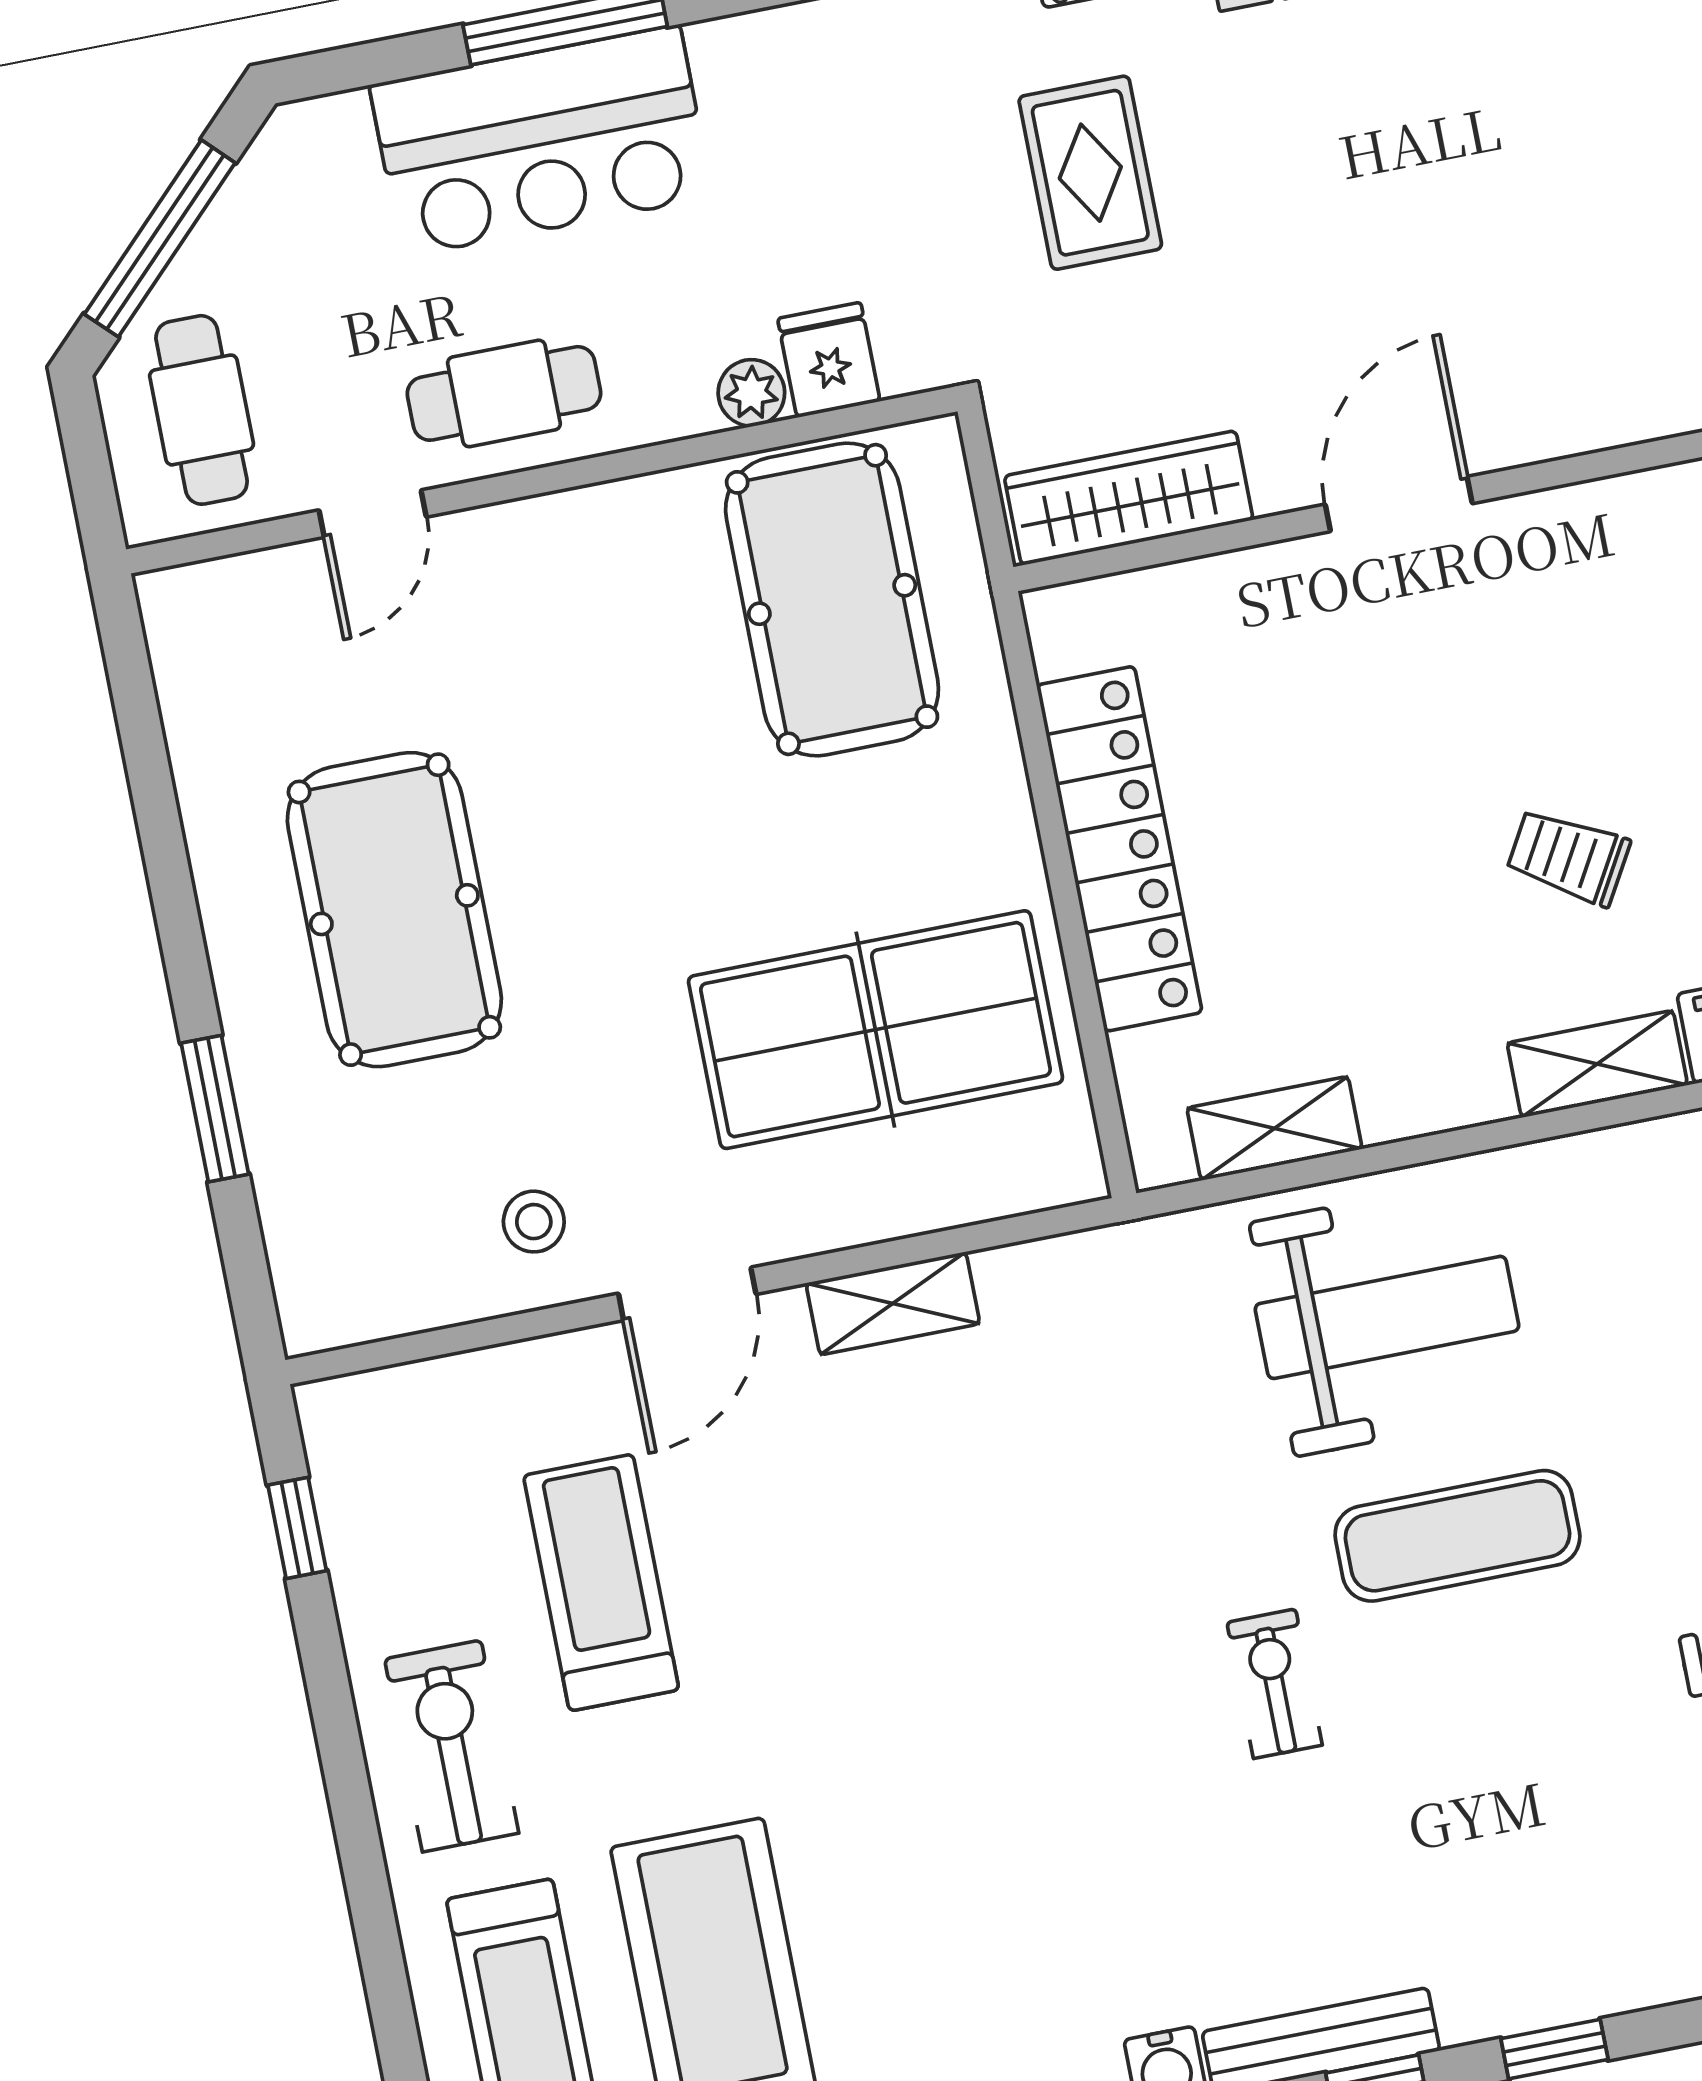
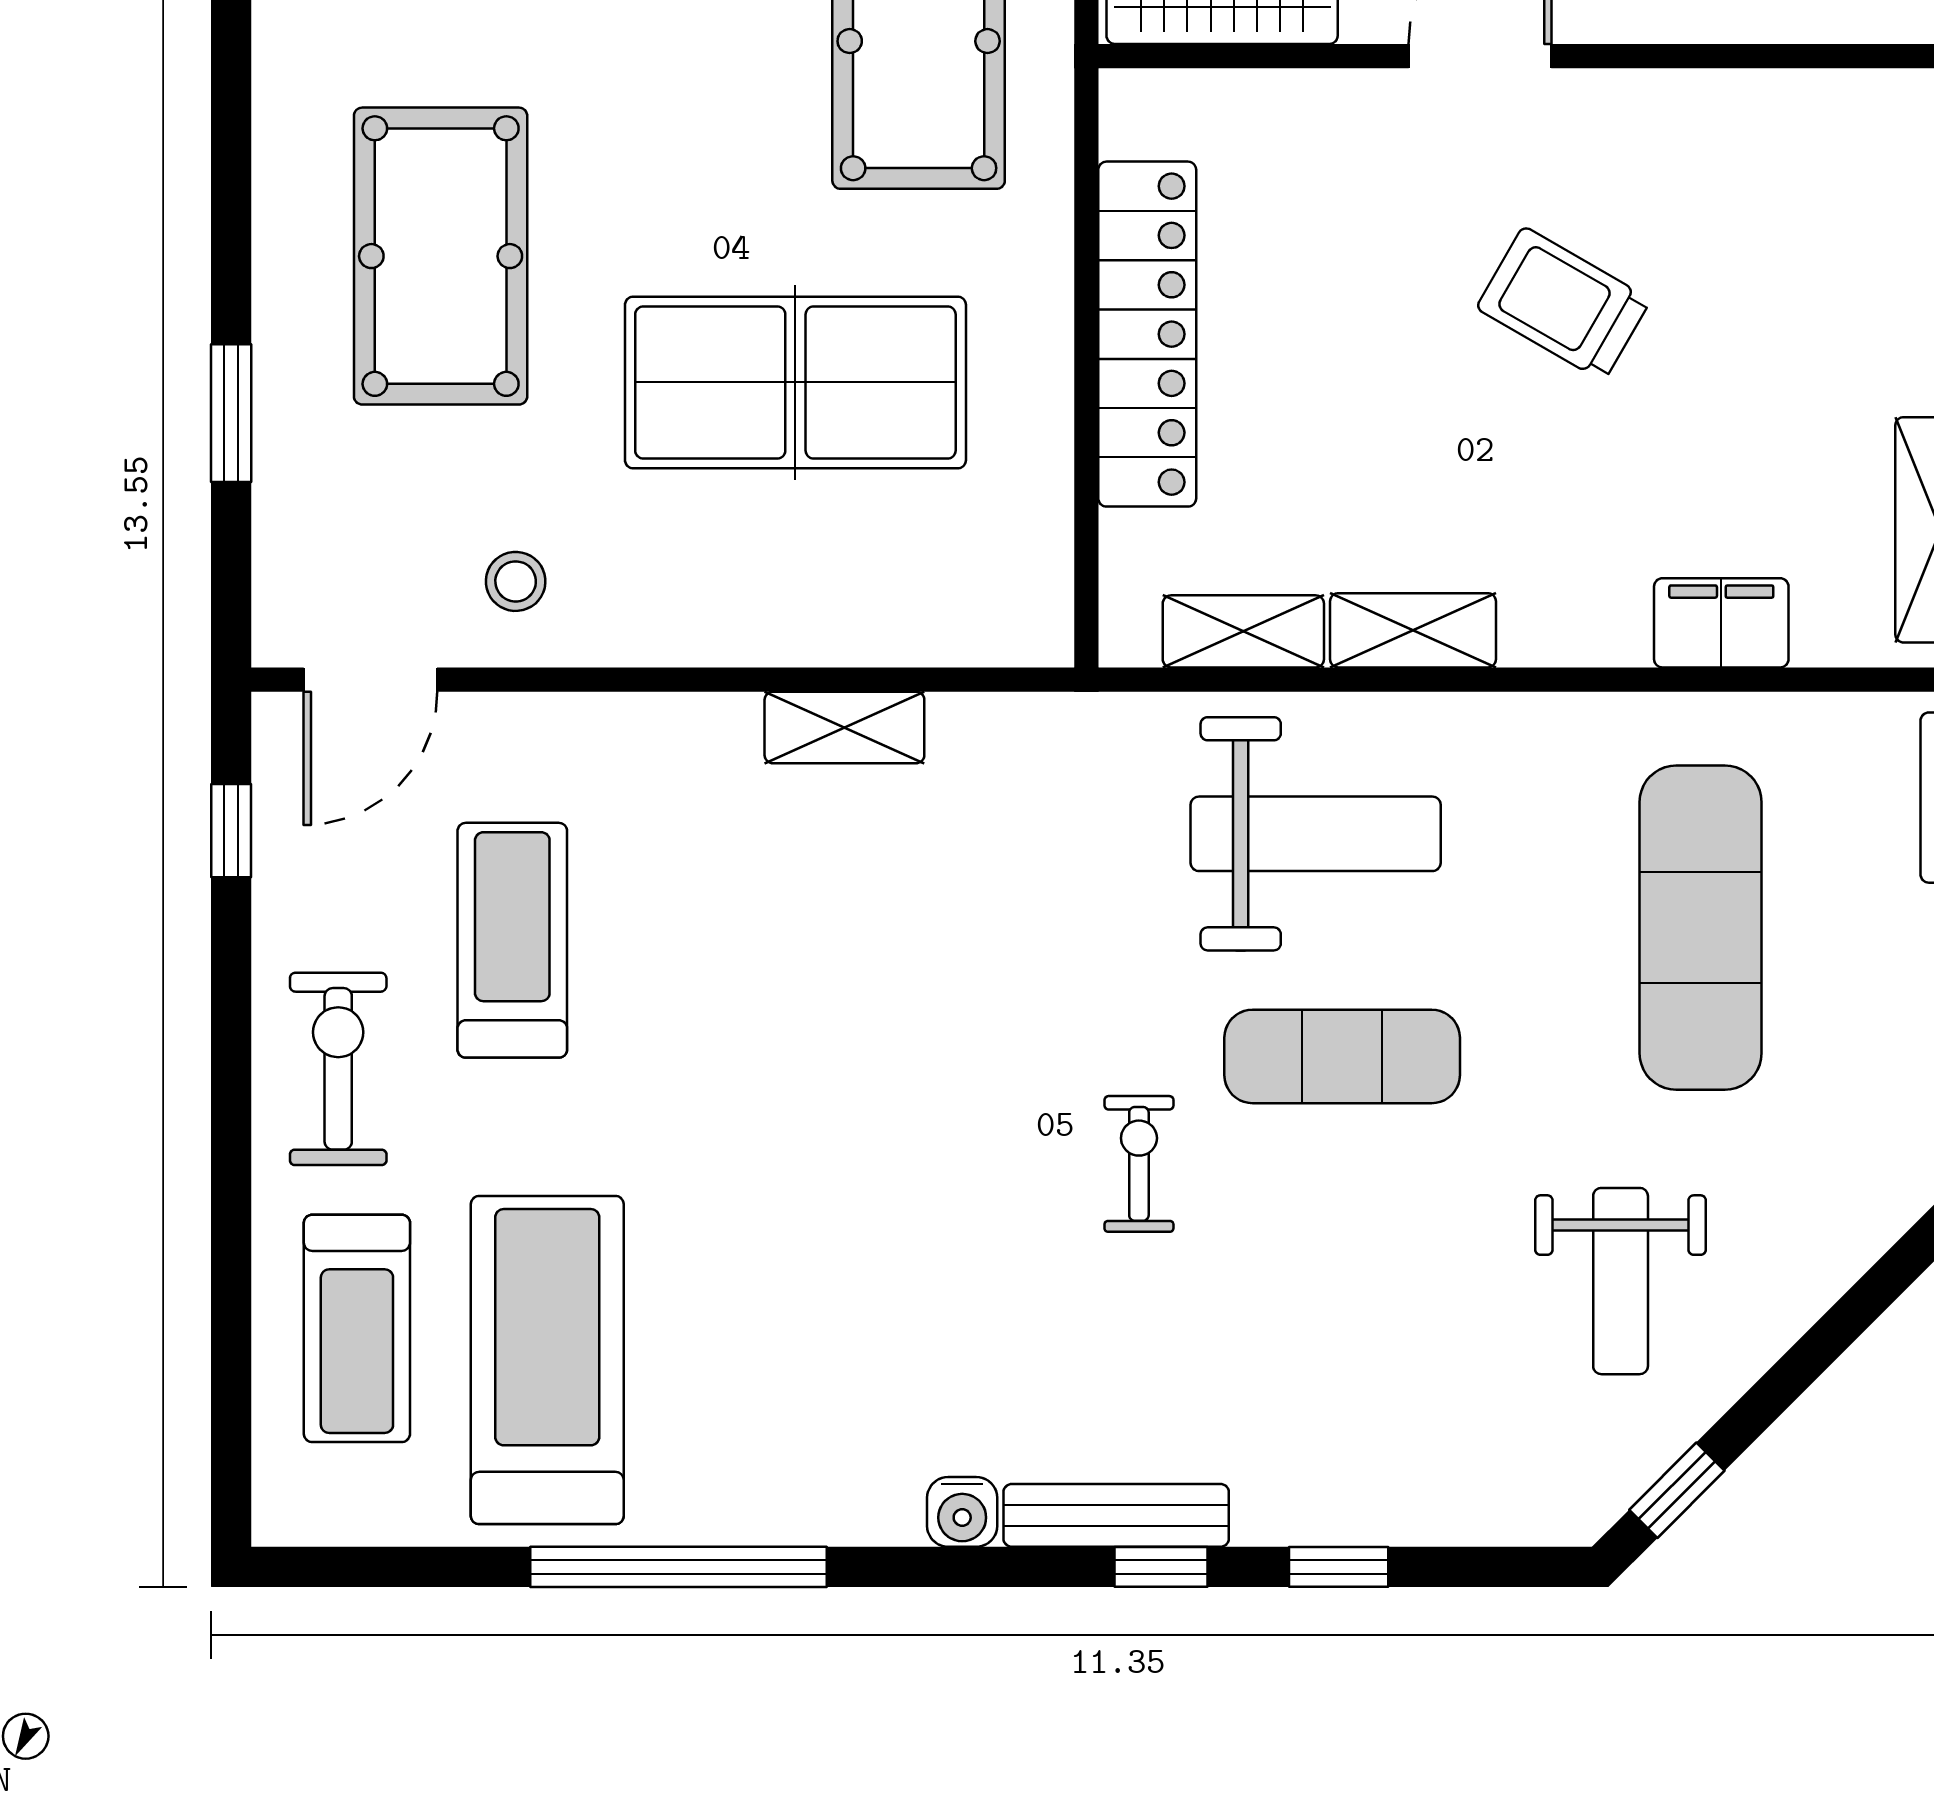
trolley: (1568, 857) -> (1563, 304), moved, width x1.36, depth x1.39
table tennis table: (875, 1030) -> (795, 382), moved
shelving: (1597, 1064) -> (1413, 630), moved
door: (687, 1294) -> (370, 680), moved

